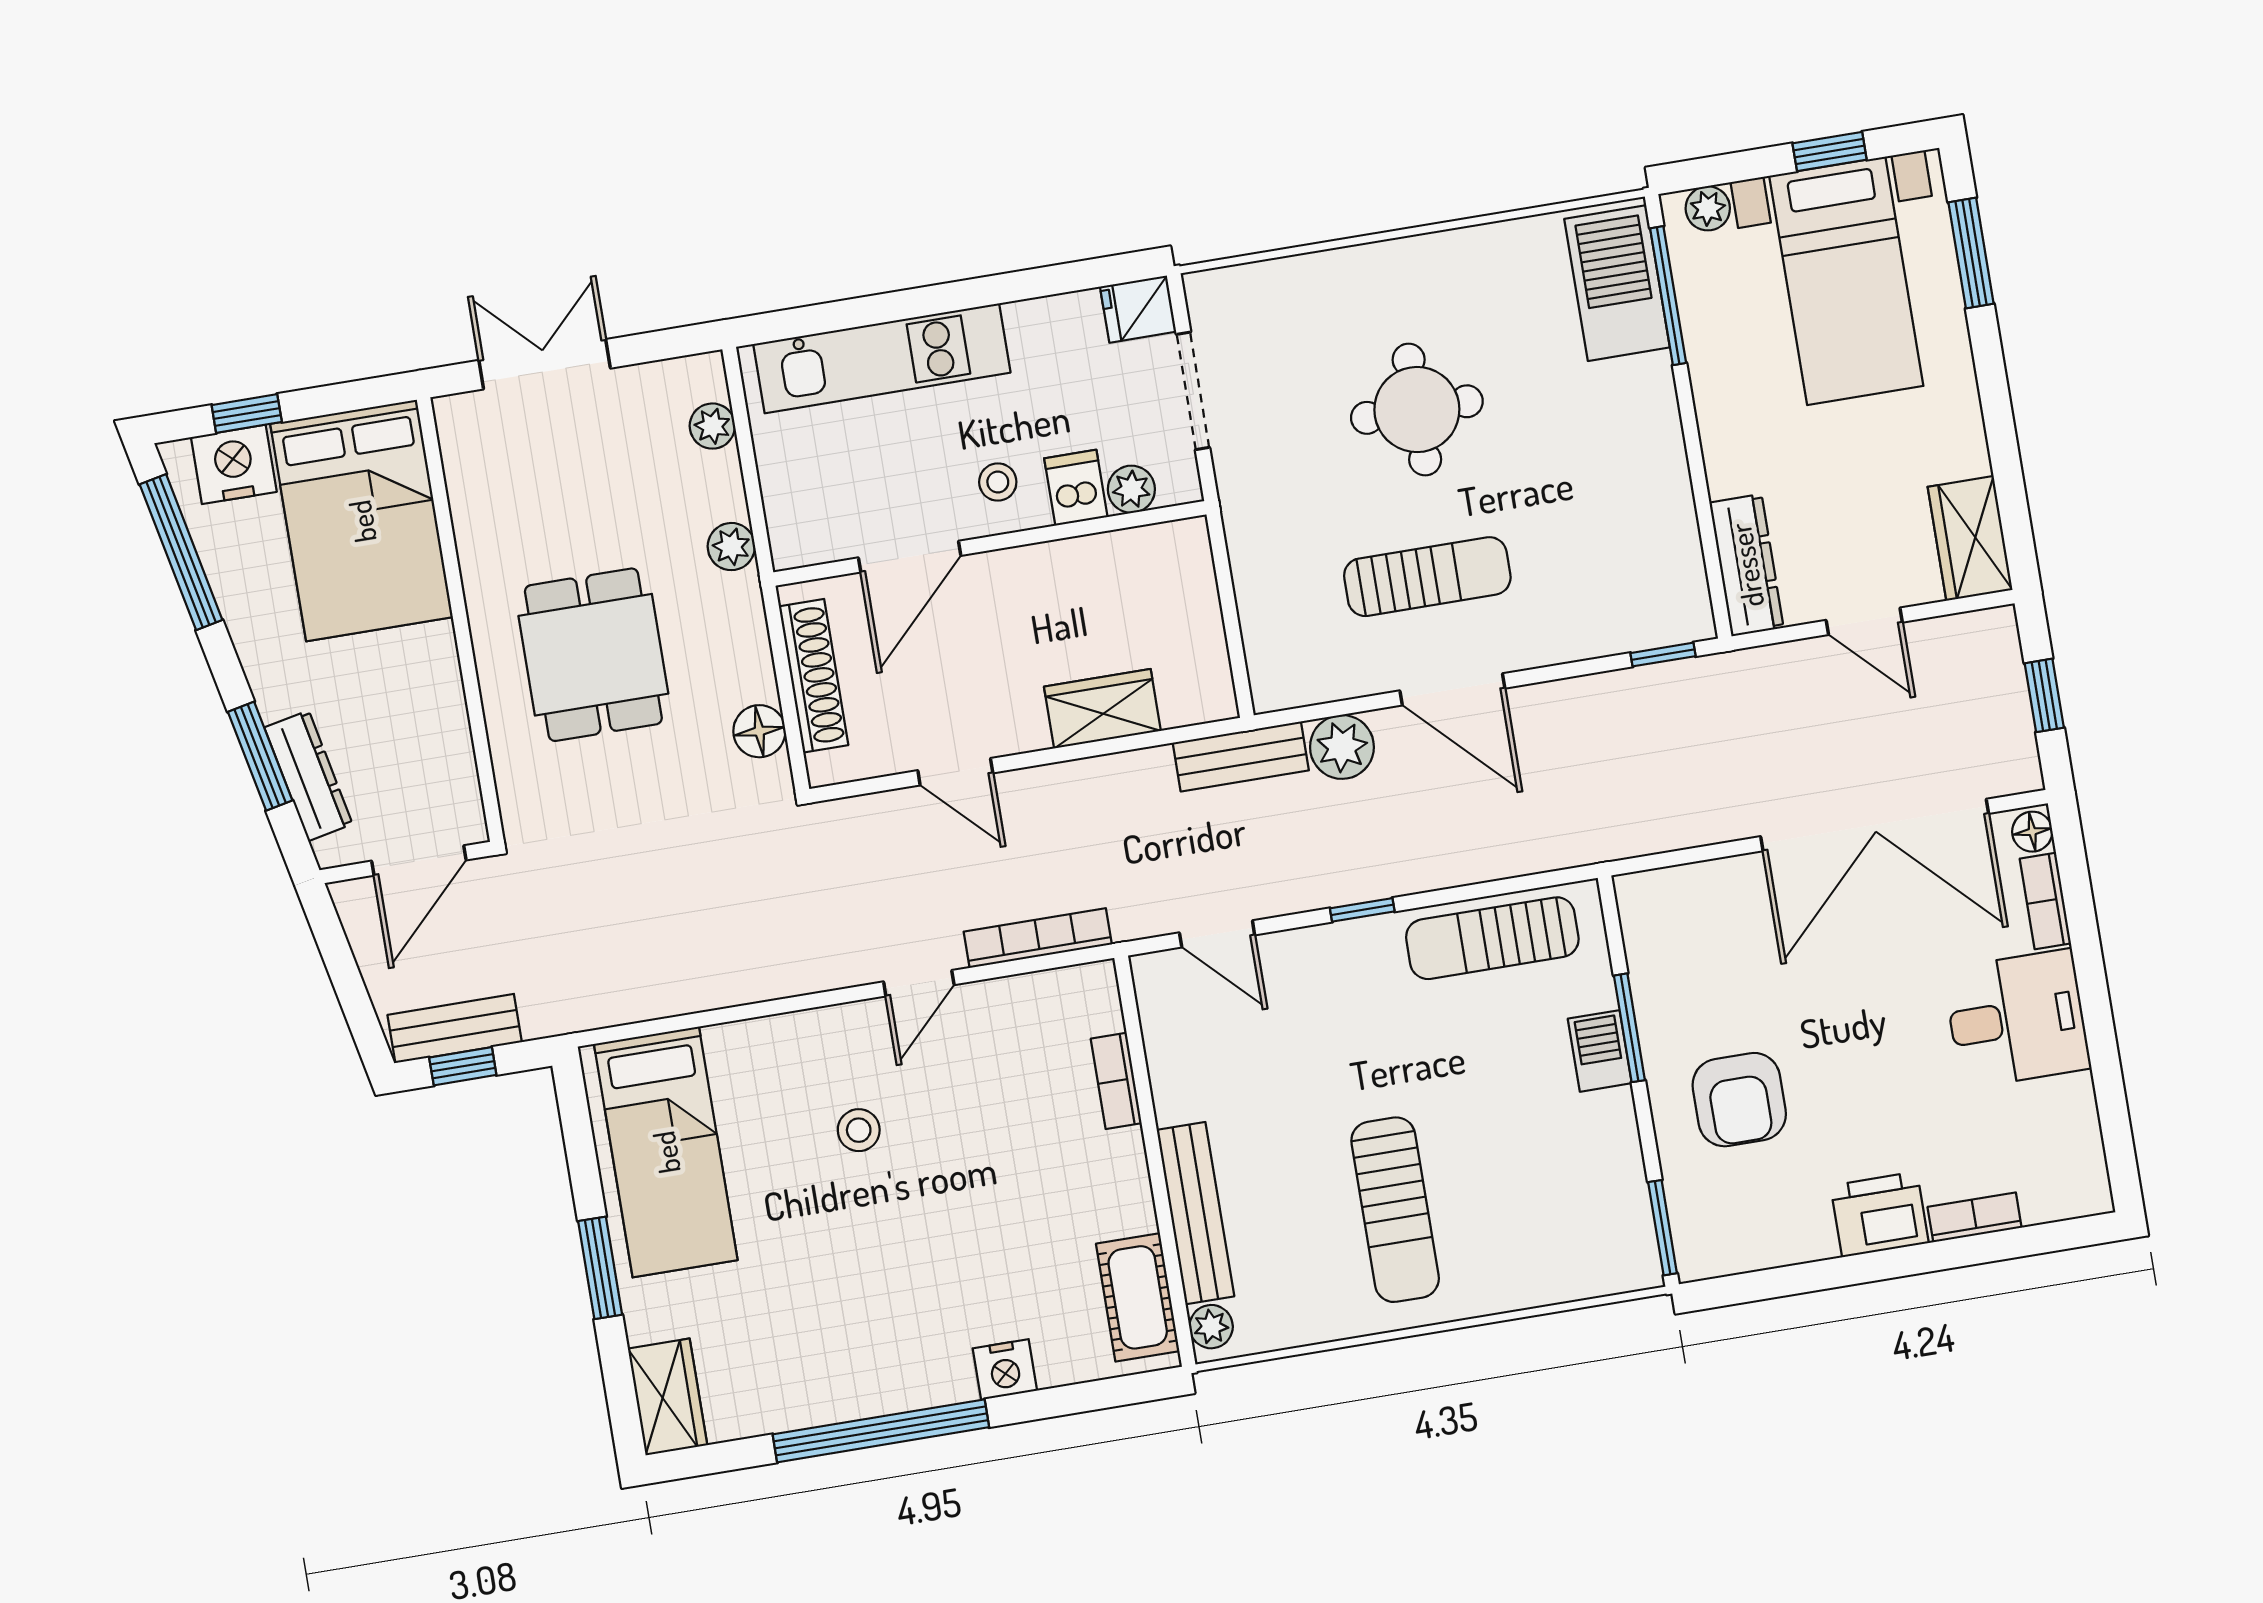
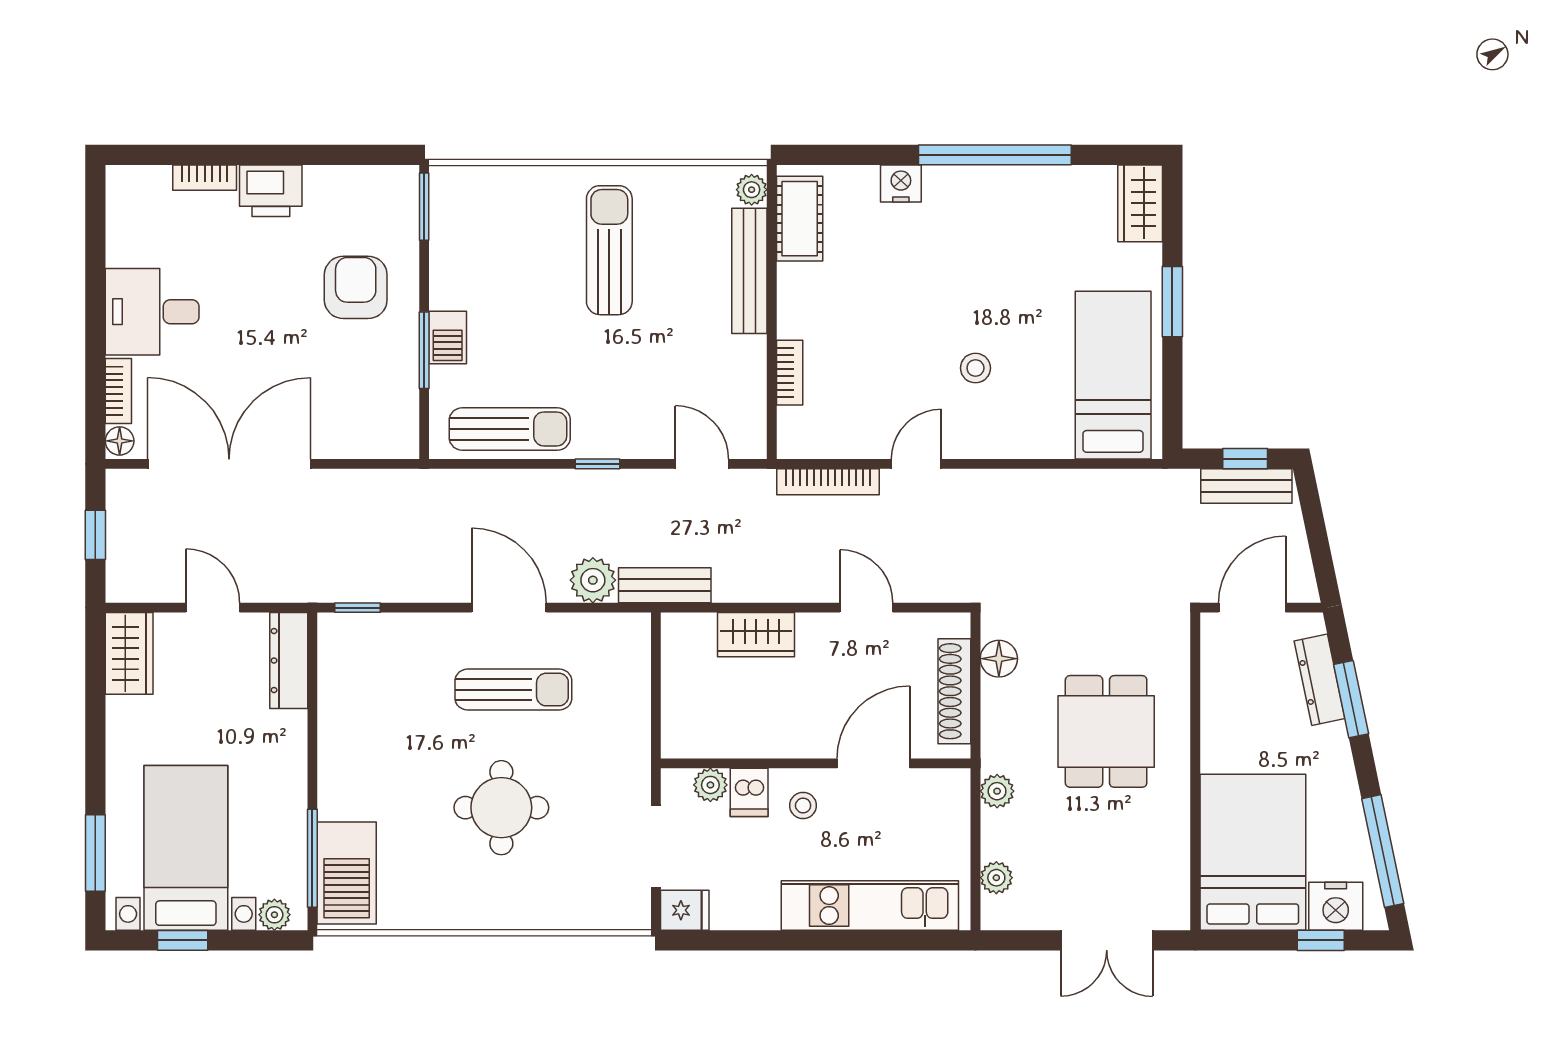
sun lounger: (1427, 577) -> (513, 690), turned 180

